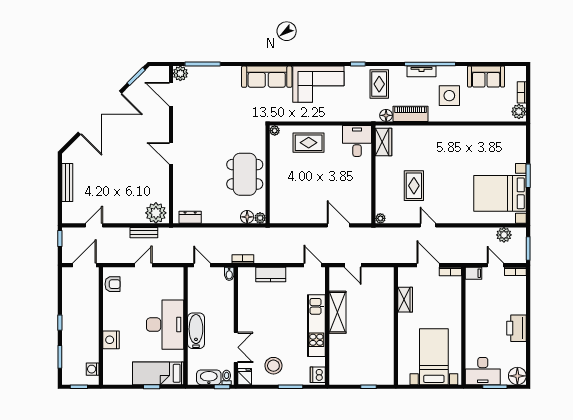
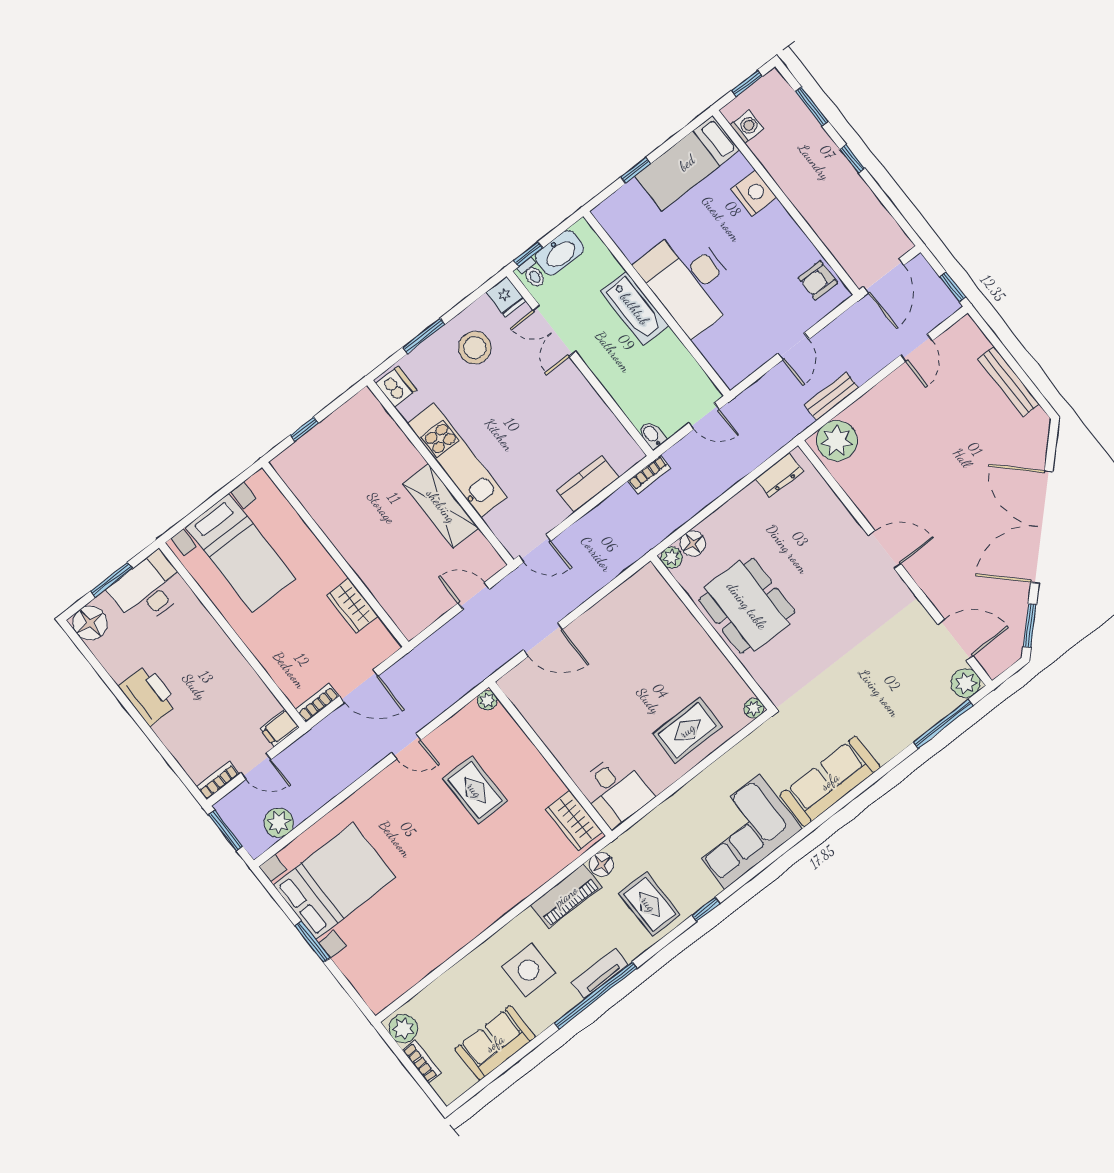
bed: (158, 373) -> (687, 163), moved, turned 180

